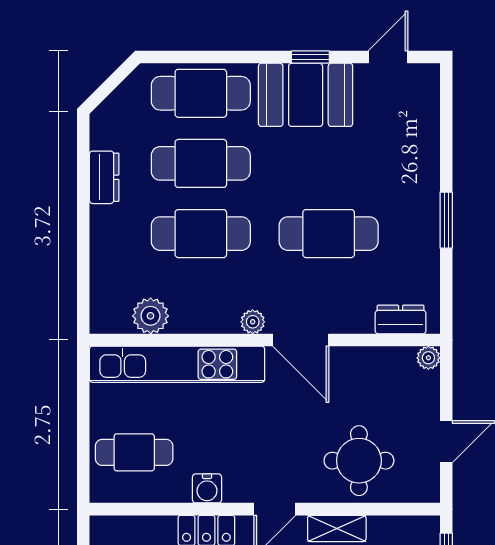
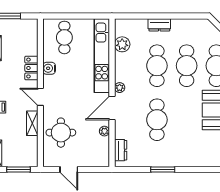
dresser: (104, 177) -> (159, 25), moved
plant: (428, 358) -> (104, 131), moved

